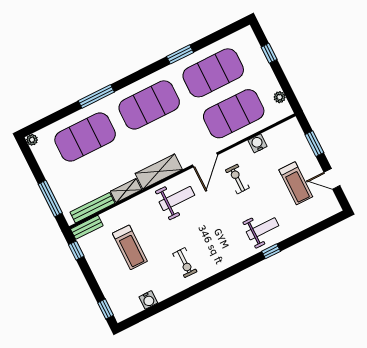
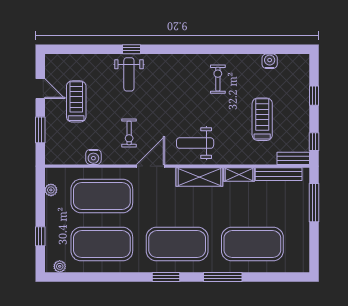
window: (180, 54) -> (166, 277), moved
plant: (32, 140) -> (60, 266), moved
weight bench: (262, 229) -> (129, 74), turned -90
window: (106, 309) -> (314, 96), moved

